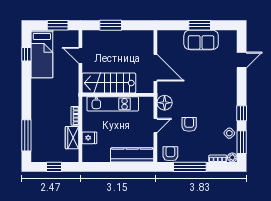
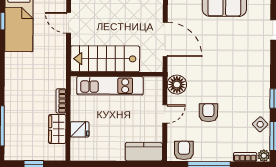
kitchen counter: (132, 155) -> (144, 152), width x0.67

